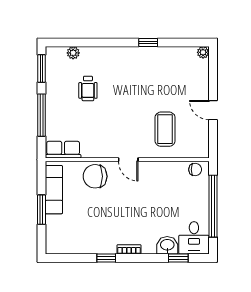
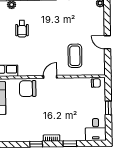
door: (128, 160) -> (50, 77), swing flipped
window: (213, 206) -> (108, 108), width x0.32
washbasin: (167, 245) -> (78, 135), removed
window: (178, 258) -> (70, 144), moved

